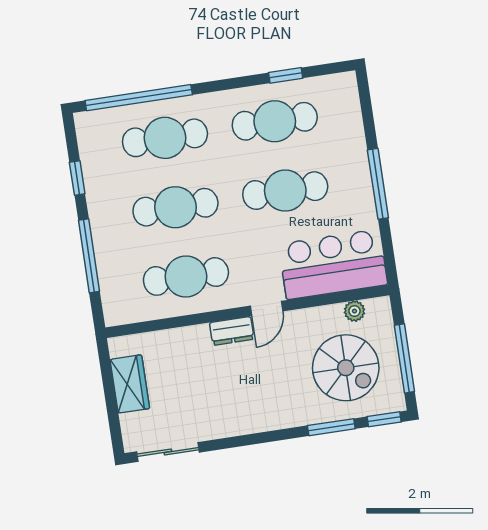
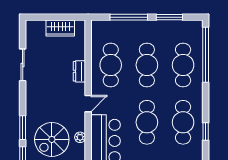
window: (77, 178) -> (169, 17), width x1.50
door: (266, 309) -> (88, 104), swing flipped
plant: (354, 311) -> (80, 137), moved
dresser: (232, 331) -> (79, 71), moved
sliding door: (168, 452) -> (23, 65), moved

